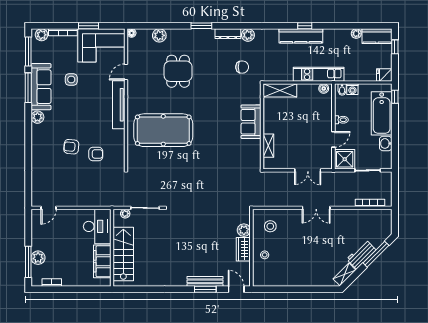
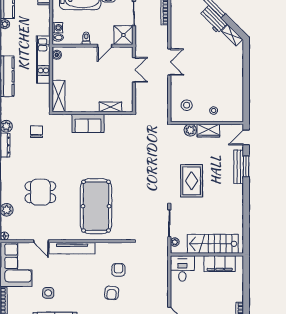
door: (333, 139) -> (105, 46), swing flipped
desk: (97, 226) -> (182, 268), width x0.73
rug: (190, 232) -> (192, 181), added

